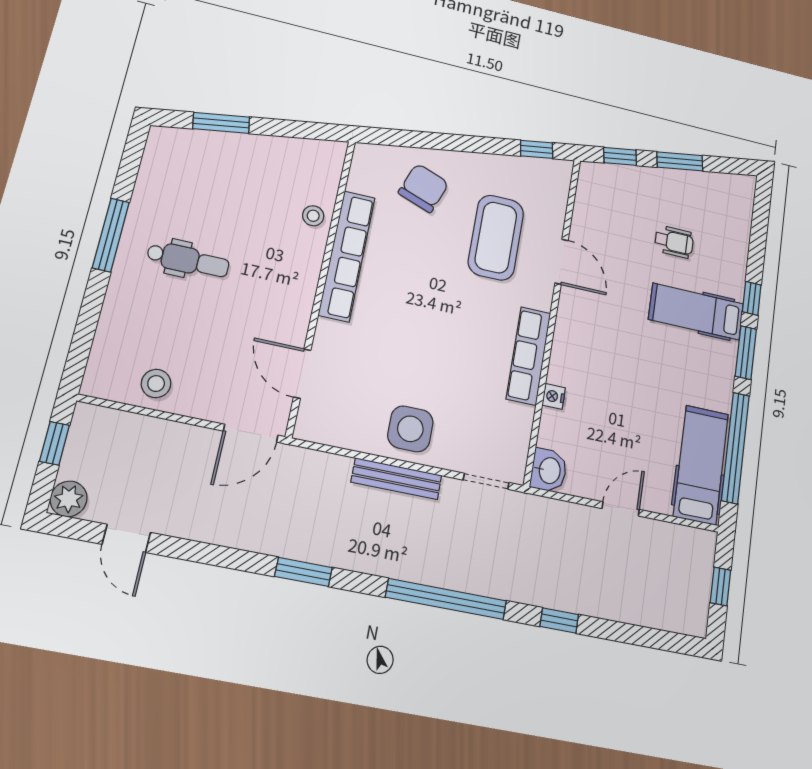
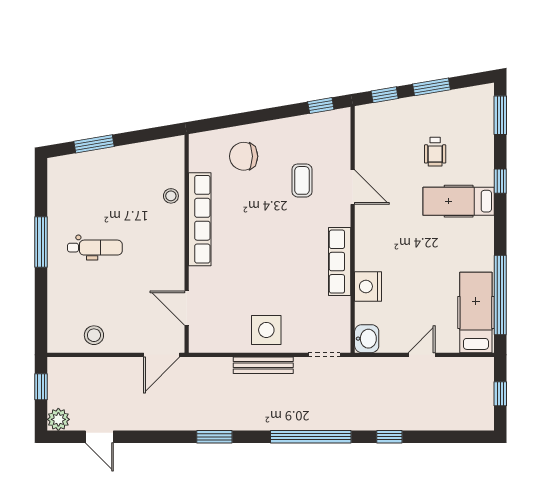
chair: (424, 188) -> (244, 156), turned -110
coffee table: (496, 237) -> (302, 180), width x0.54, depth x0.58
wheelchair: (674, 242) -> (435, 152), turned 90
window: (746, 353) -> (500, 115), moved
nightstand: (554, 396) -> (368, 286), width x1.89, depth x1.79

